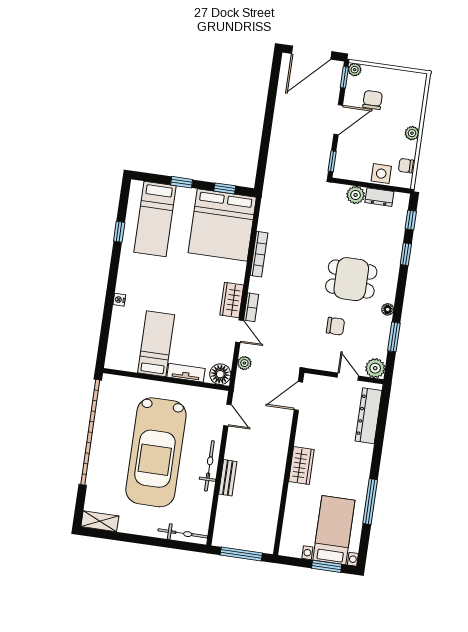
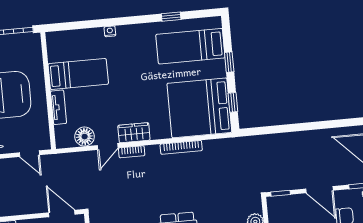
plant: (244, 363) -> (80, 158), removed
floor lamp: (220, 374) -> (85, 137), moved
door: (227, 415) -> (29, 154), hinge flipped

